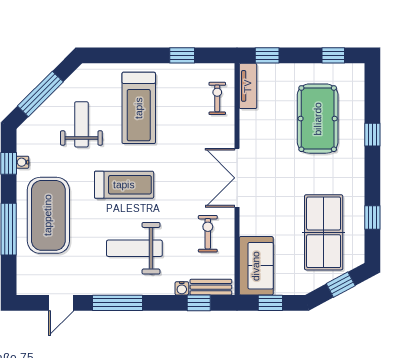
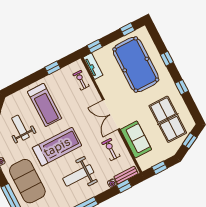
pool table: (318, 119) -> (136, 65), width x1.36, depth x1.32
treadmill: (124, 185) -> (57, 147), width x1.37, depth x1.38
window: (372, 218) -> (182, 87), moved
sofa: (256, 266) -> (136, 139), moved

